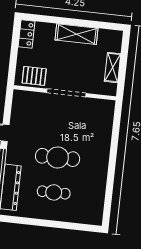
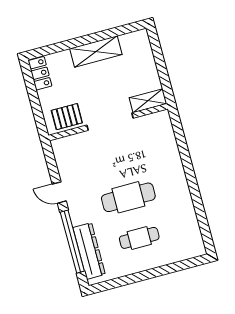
shelving: (113, 68) -> (148, 101), moved, turned 90

